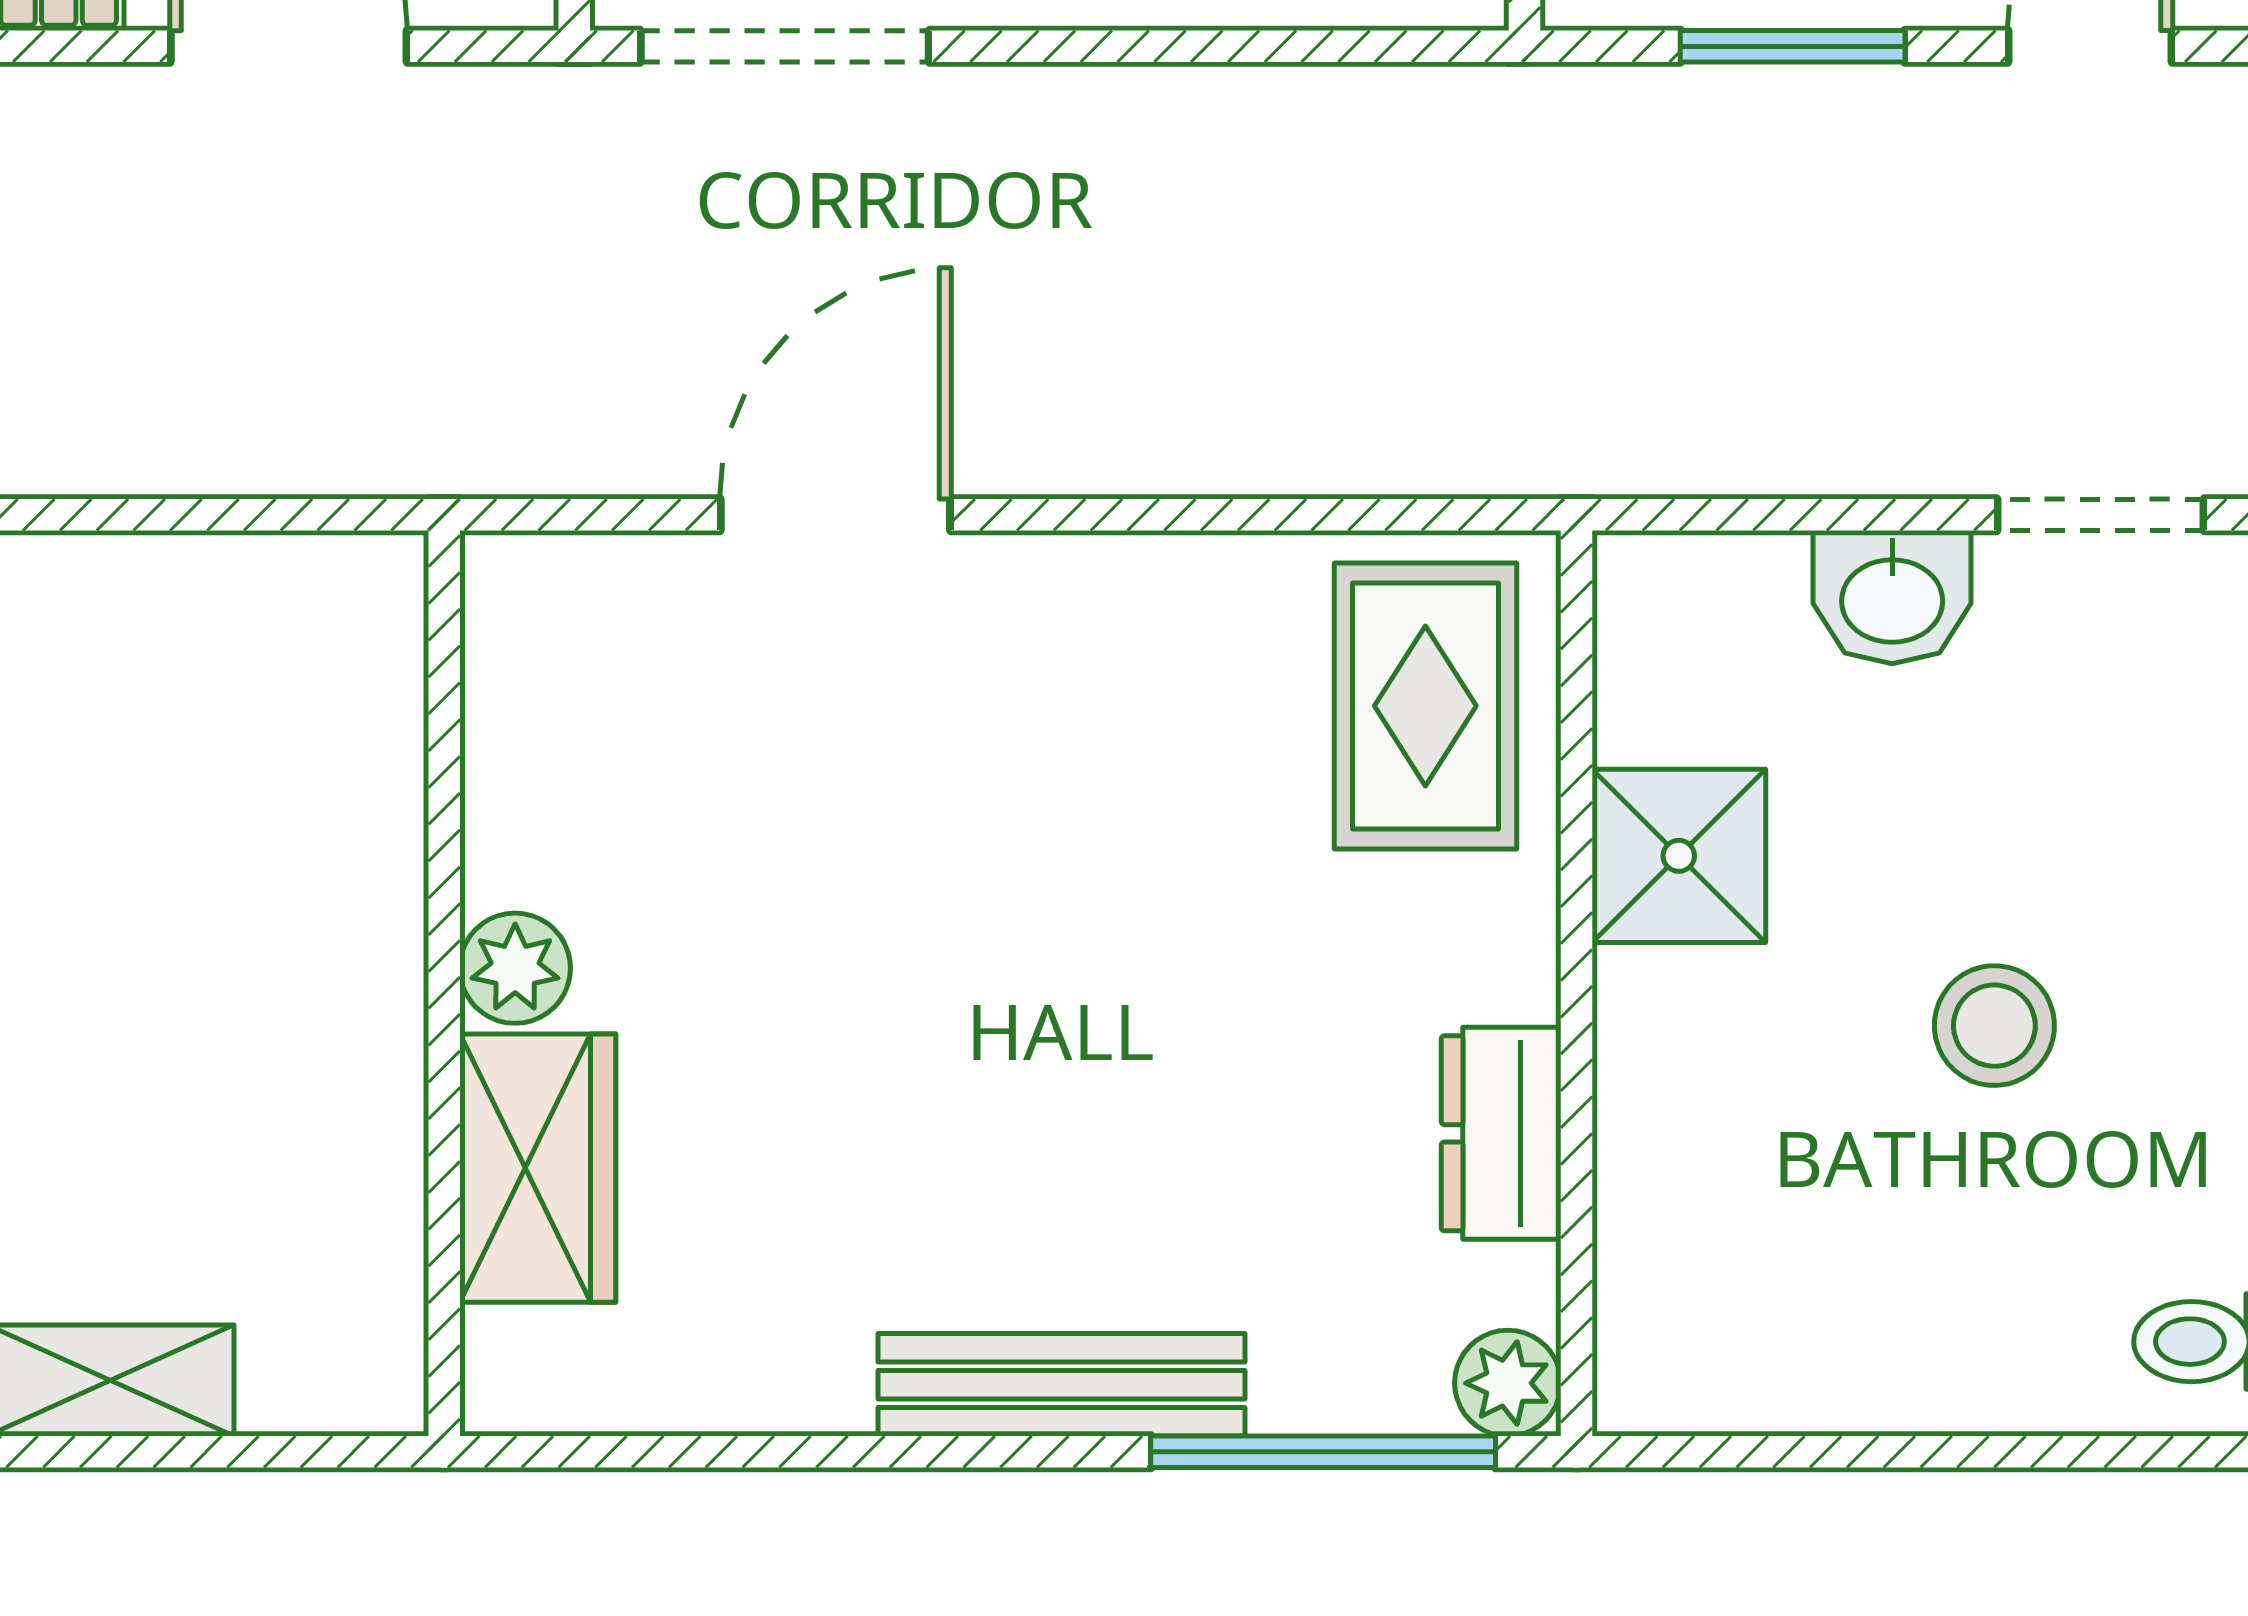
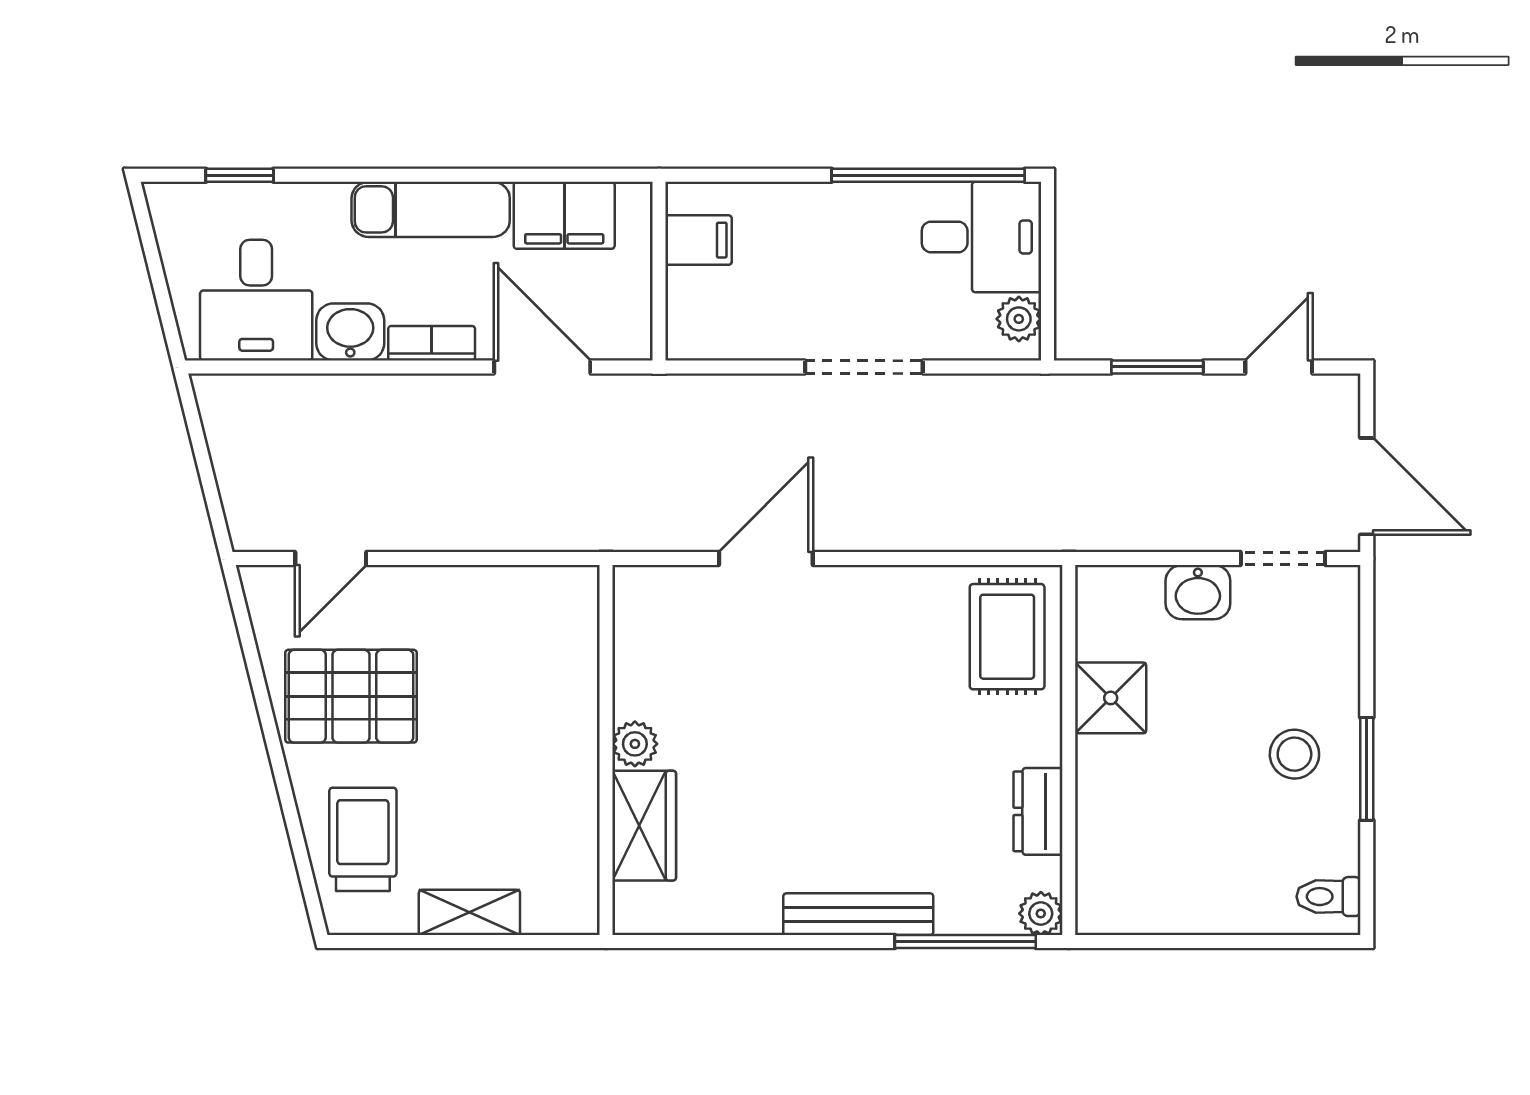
doorway: (785, 46) -> (864, 367), moved
stool: (1994, 1026) -> (1294, 754), moved

